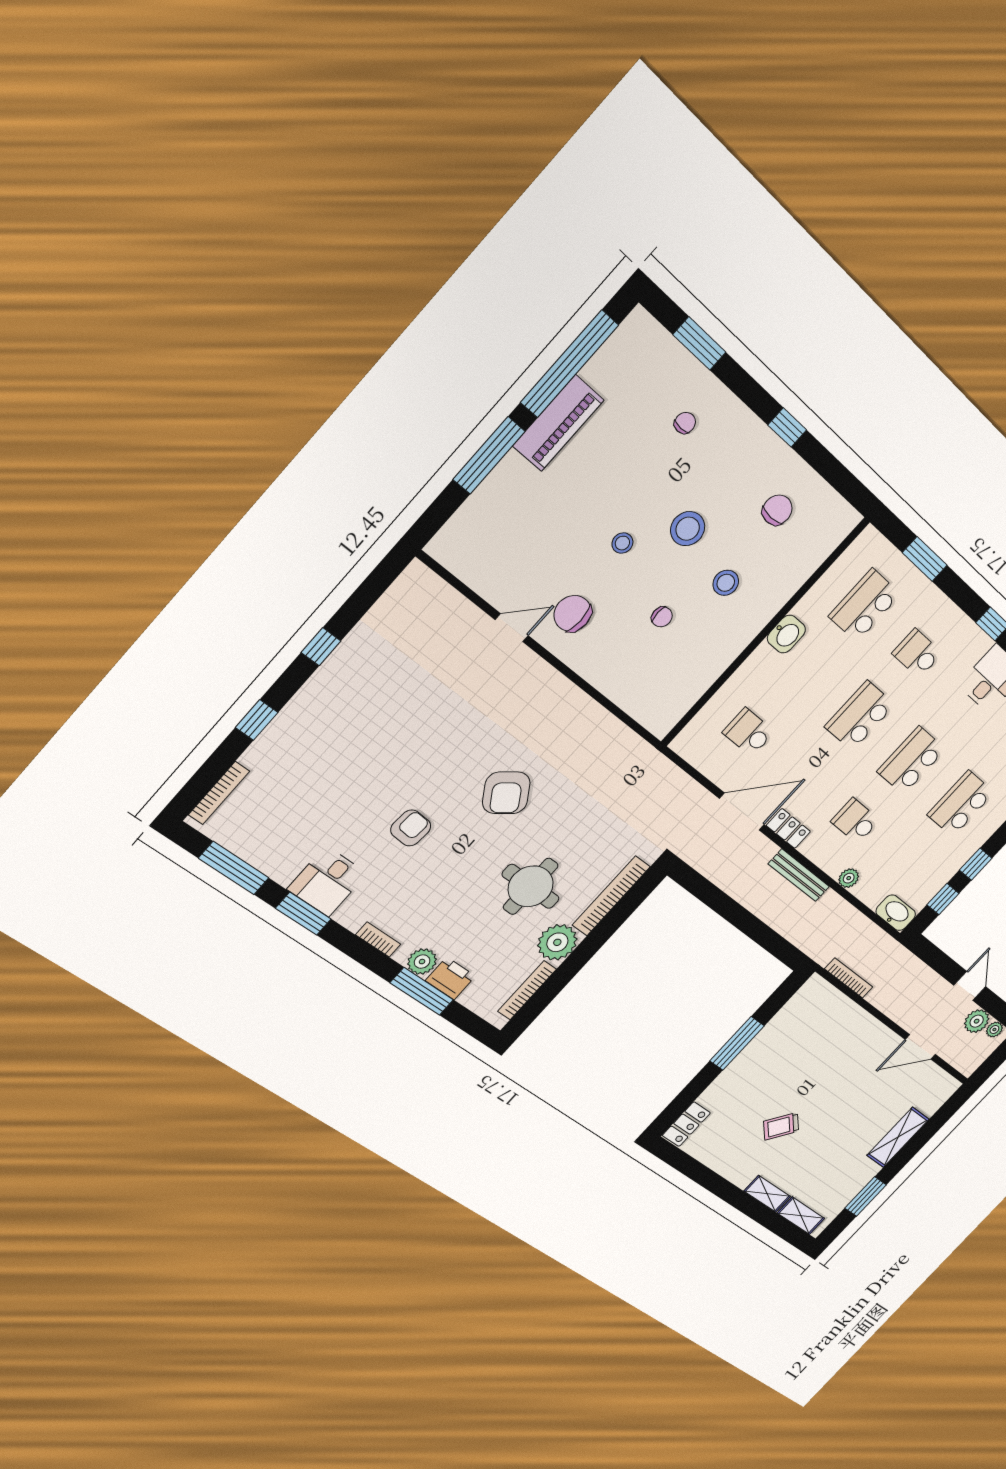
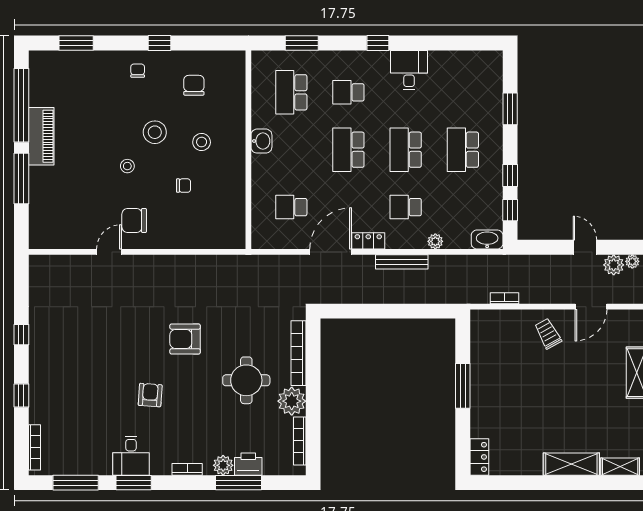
chair: (685, 423) -> (138, 71), moved
armchair: (506, 793) -> (185, 339), turned 125
bookcase: (849, 978) -> (504, 298), width x0.64
trolley: (781, 1126) -> (548, 334), moved, turned 110
shelving: (767, 1194) -> (571, 464), width x1.50, depth x1.33

